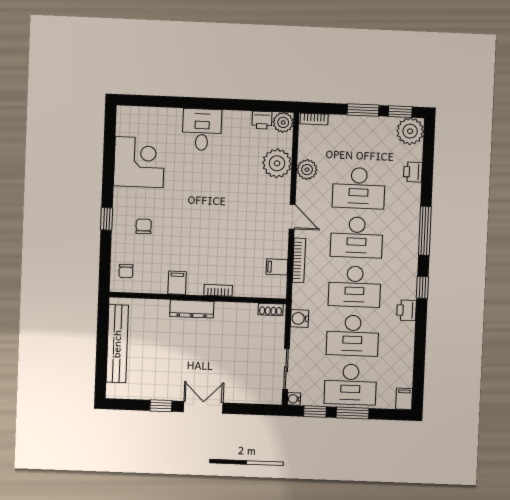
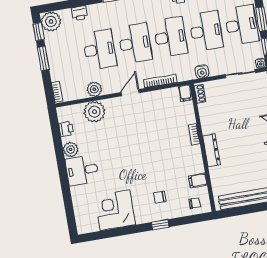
plant: (283, 122) -> (71, 149), moved
filing cabinet: (277, 267) -> (185, 93), moved
filing cabinet: (177, 283) -> (198, 181), moved

